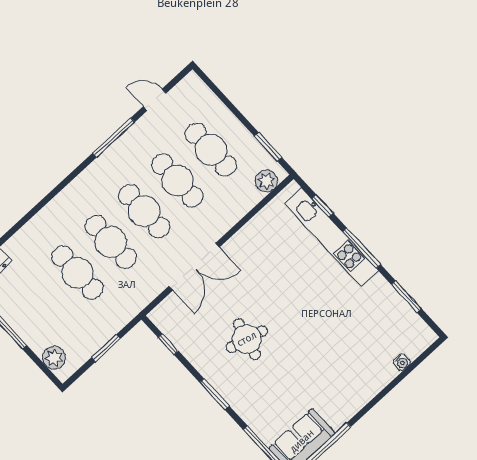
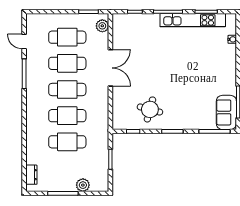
door: (155, 100) -> (24, 41), hinge flipped
kitchen unit: (331, 237) -> (193, 20), moved
double door: (194, 267) -> (110, 68), moved
round table: (247, 339) -> (150, 109), moved
plant: (54, 358) -> (83, 185), moved

